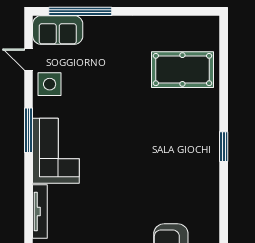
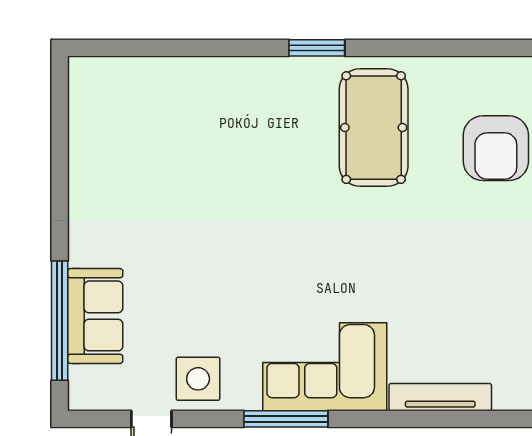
sofa: (58, 30) -> (95, 316), moved
pool table: (182, 70) -> (374, 128), moved

